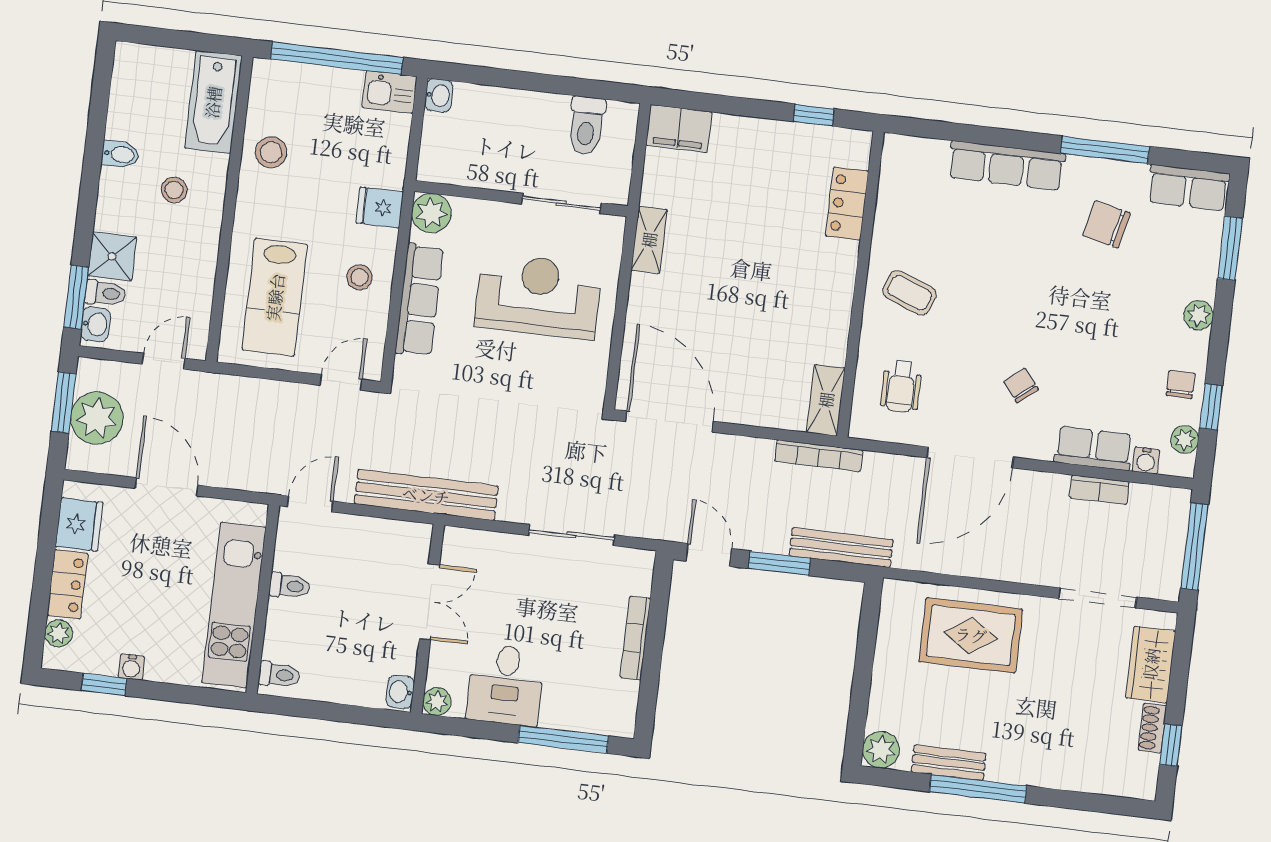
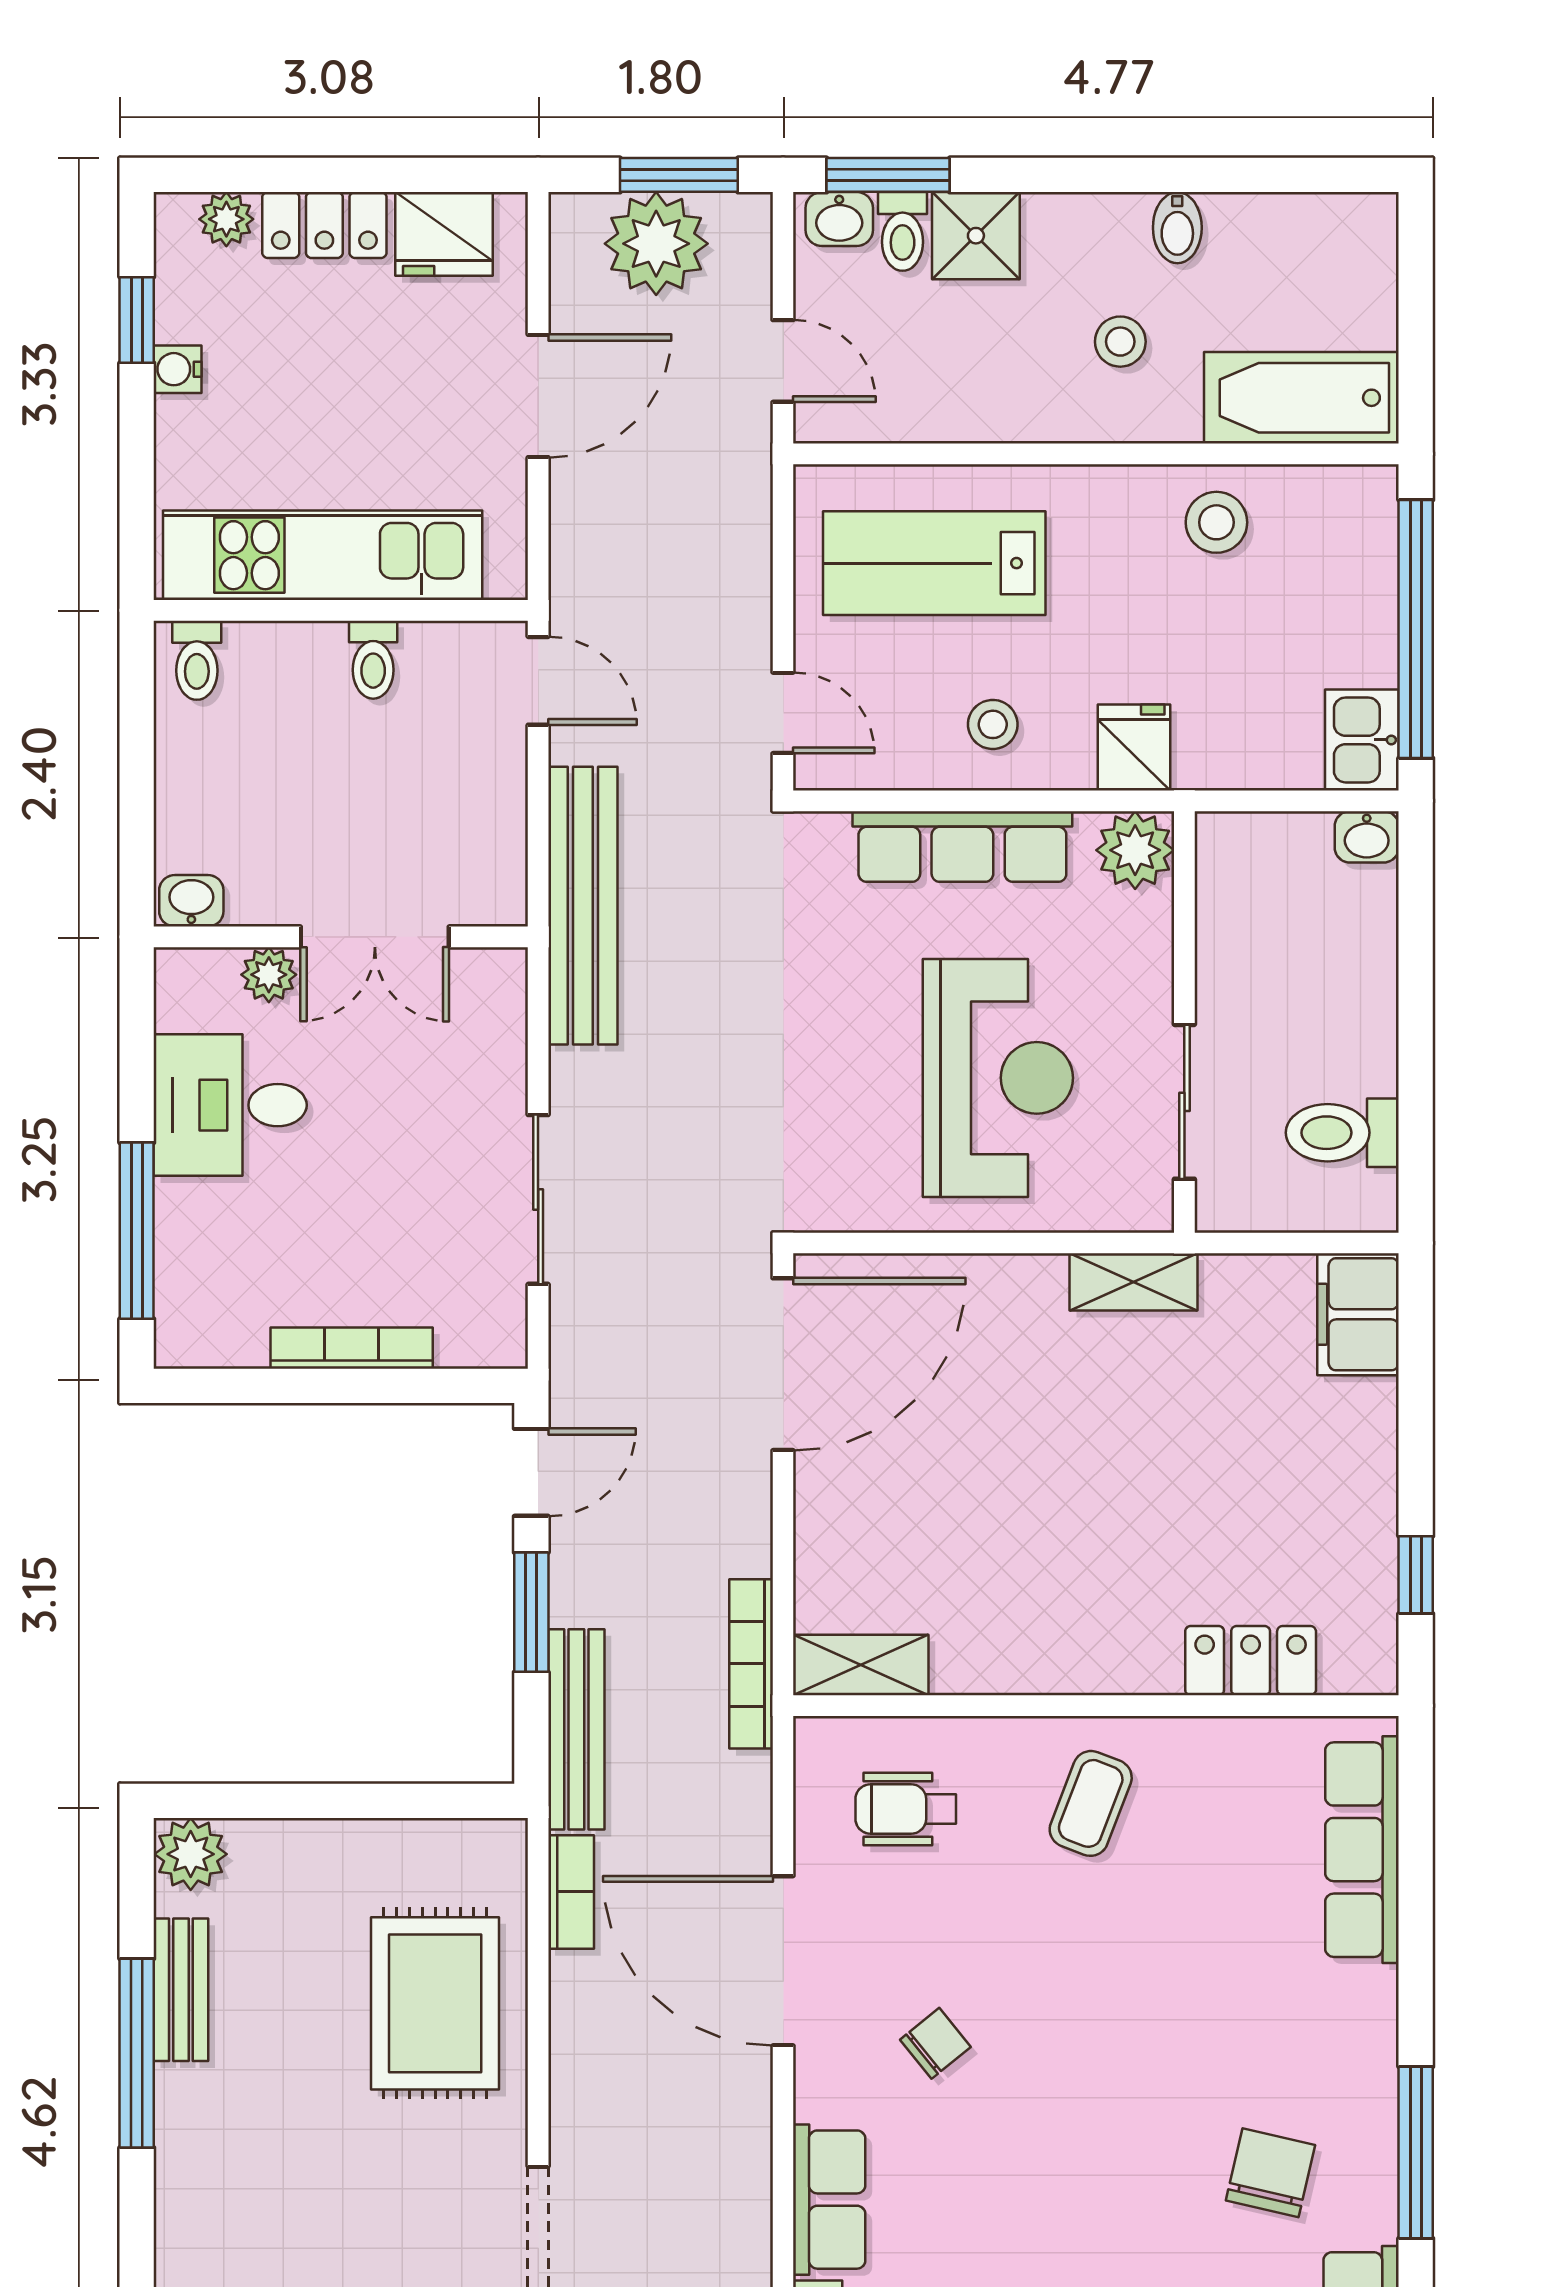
row of seats: (1007, 166) -> (1362, 1850), moved
bookcase: (1099, 490) -> (571, 1892), moved, turned 180
plant: (437, 701) -> (269, 975), moved

